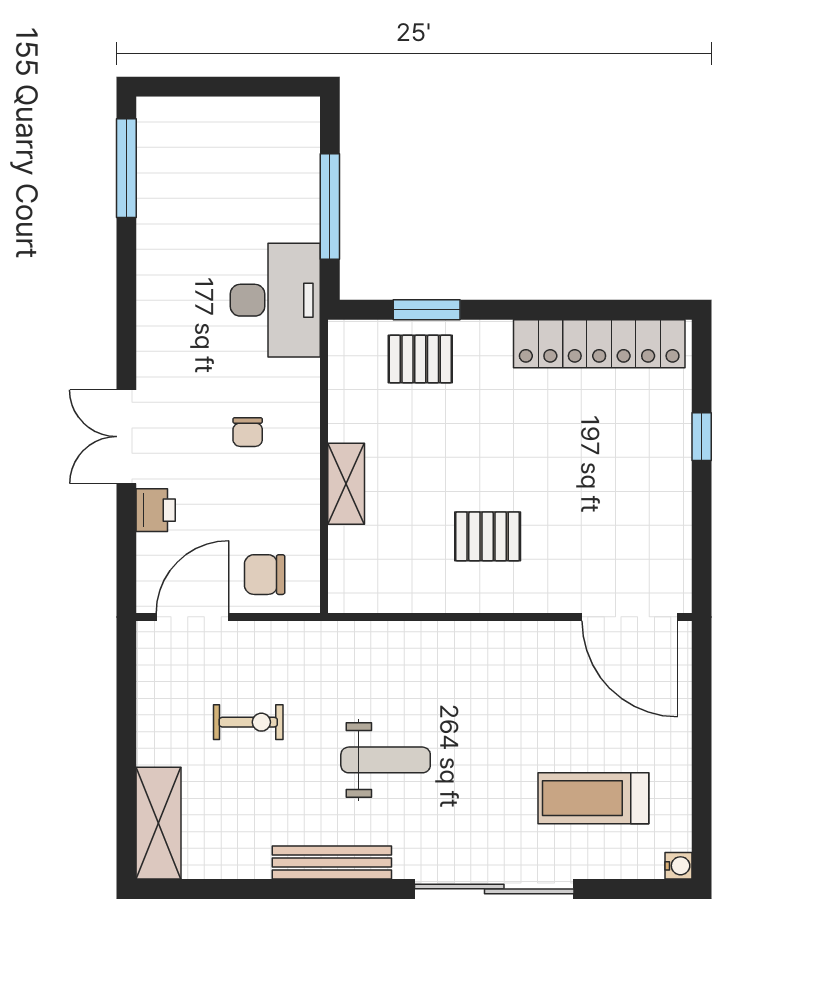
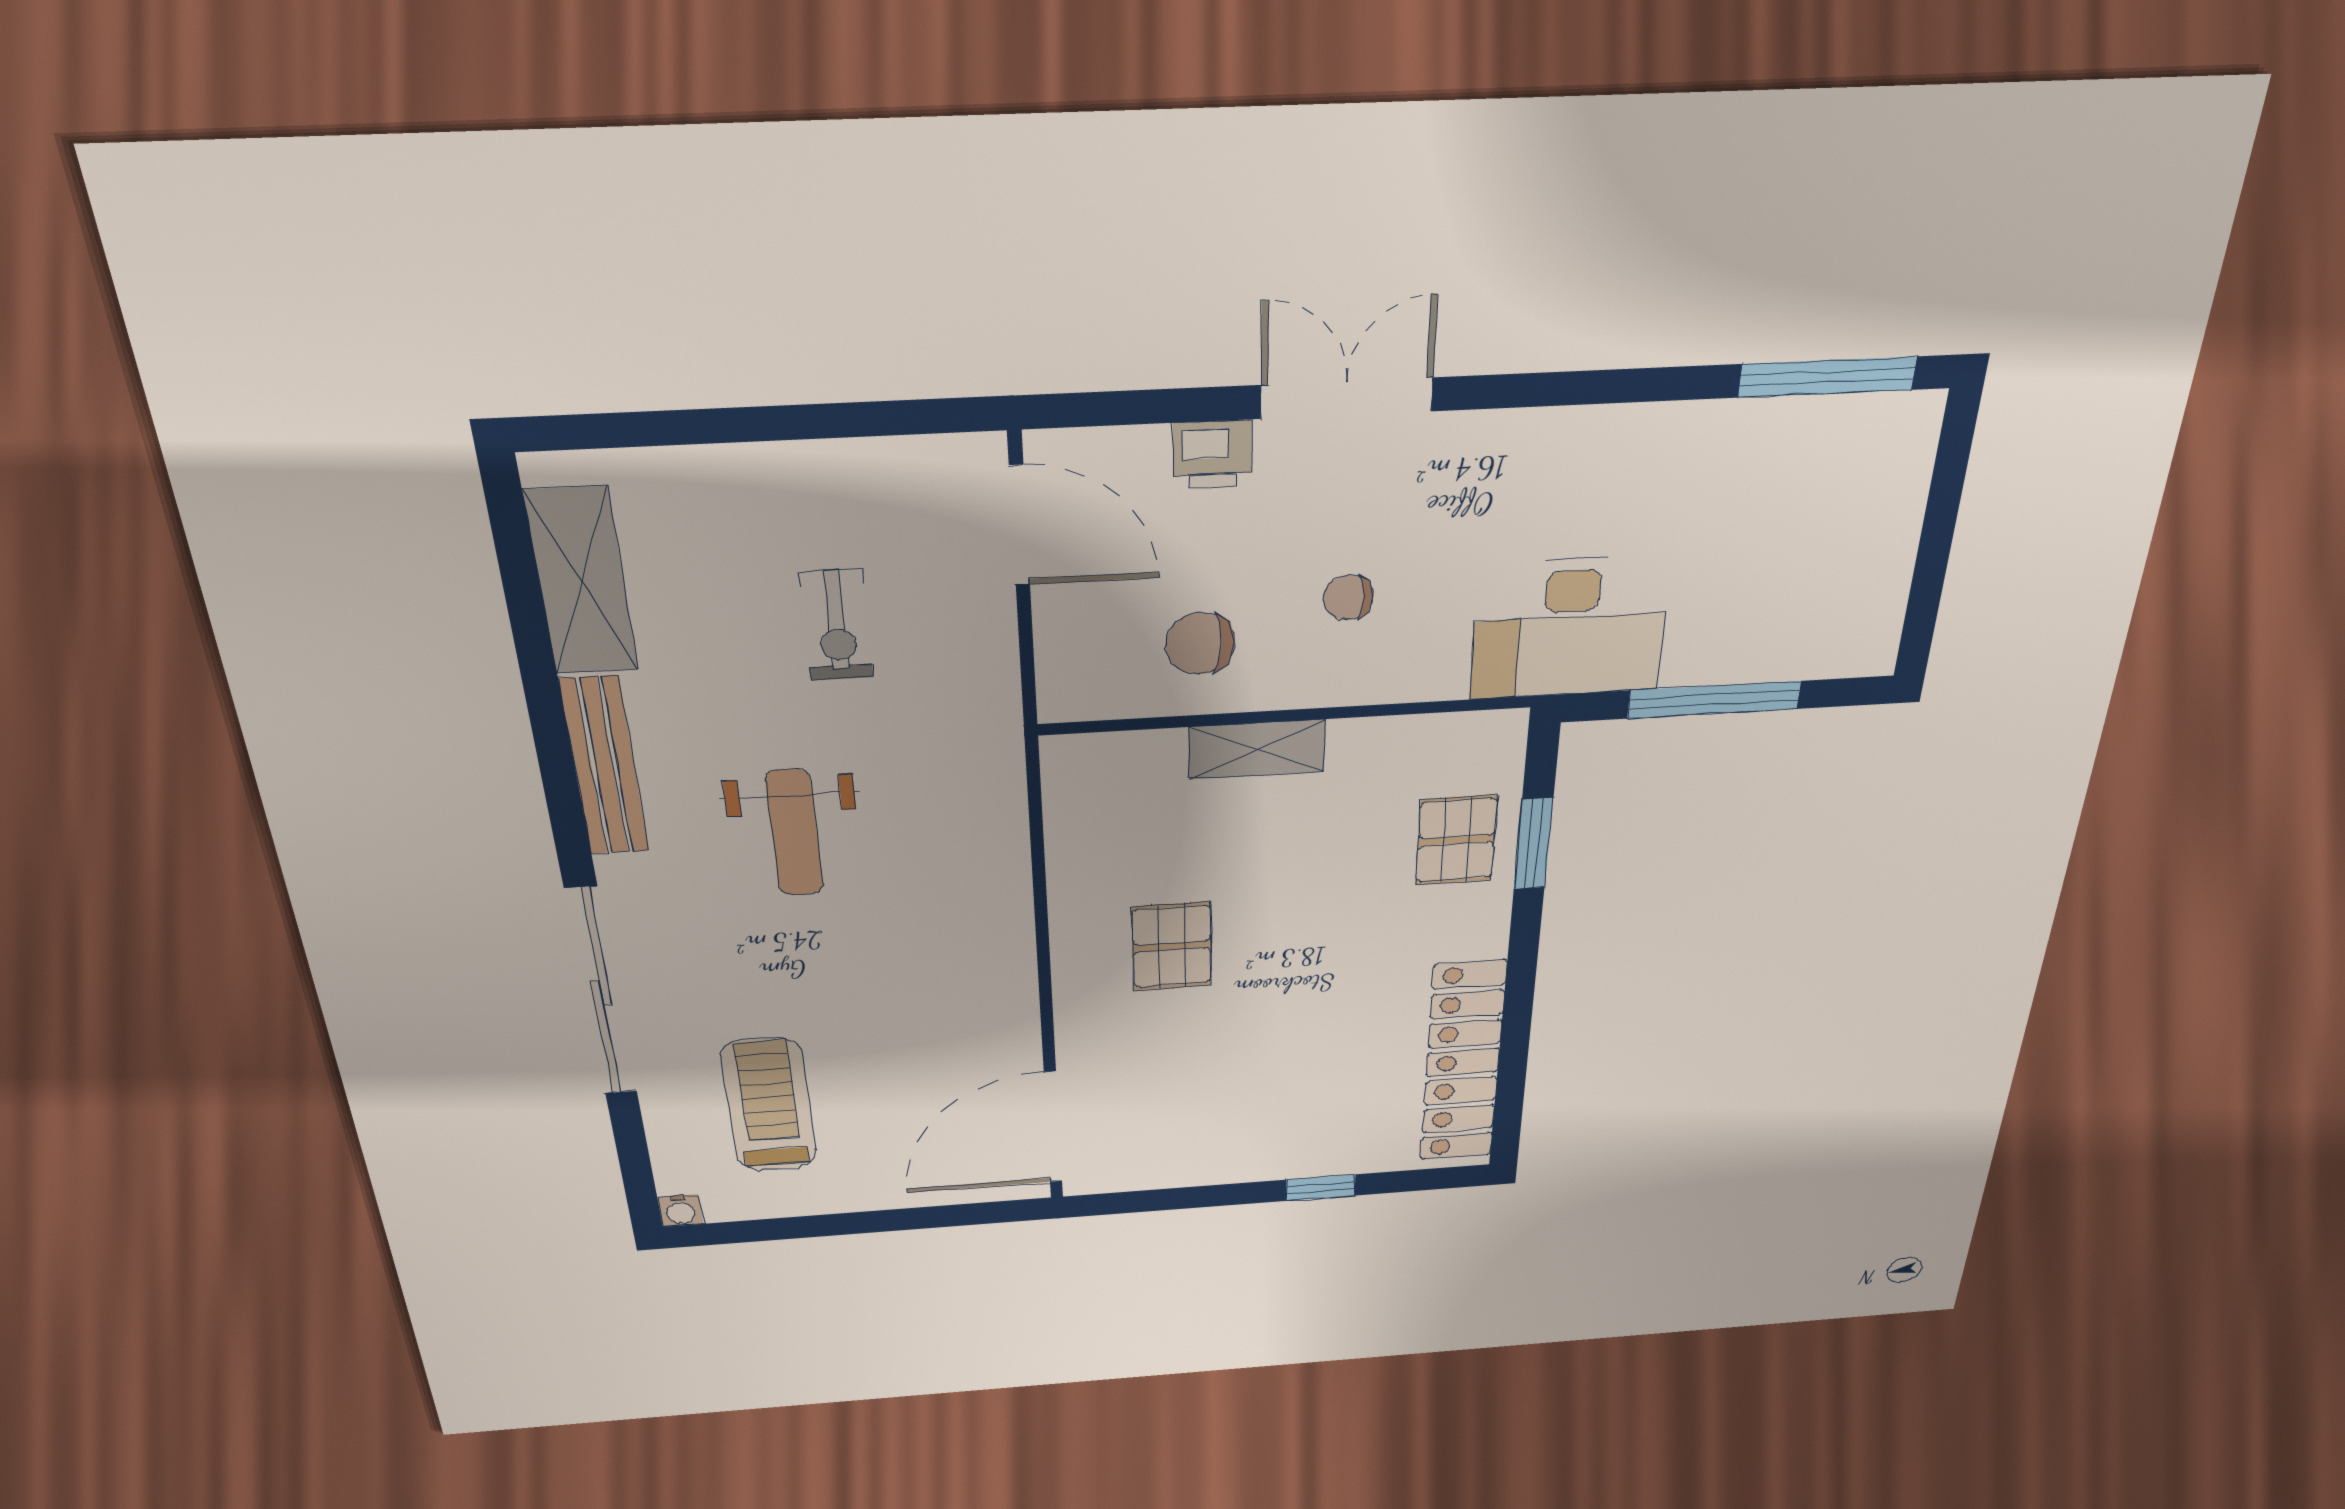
chair: (265, 575) -> (1200, 644), moved, turned -88
shelving: (158, 823) -> (582, 582), moved, turned 90

